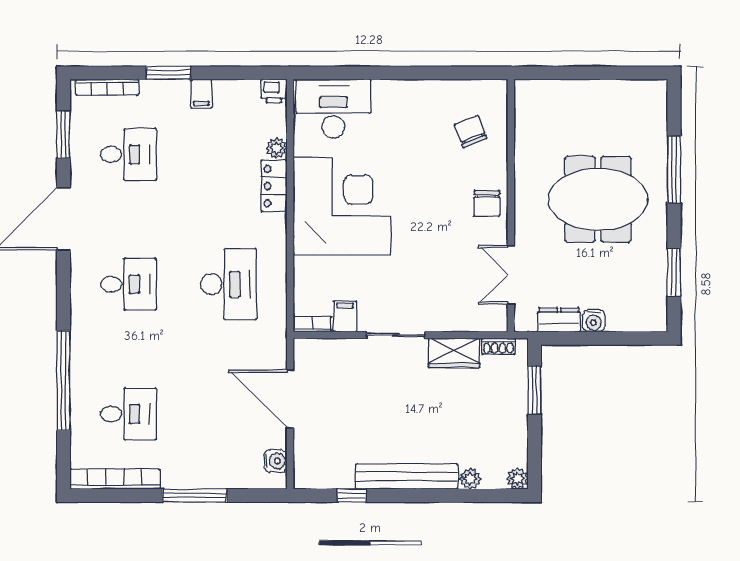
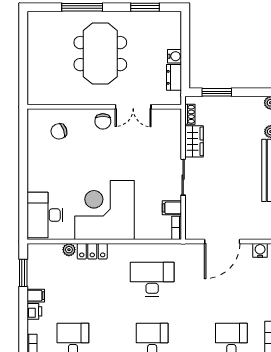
window: (168, 73) -> (23, 273), moved
printer: (274, 91) -> (34, 311), moved
chair: (487, 204) -> (103, 121), turned 90
double door: (511, 275) -> (133, 107), moved

